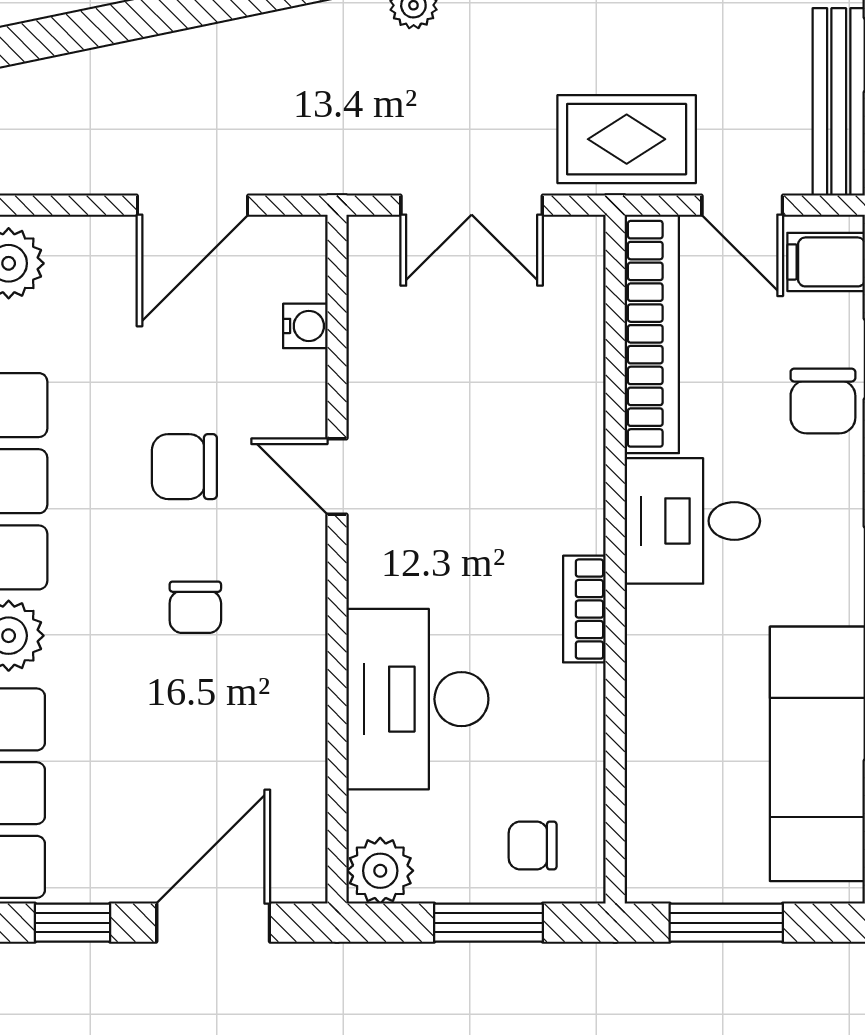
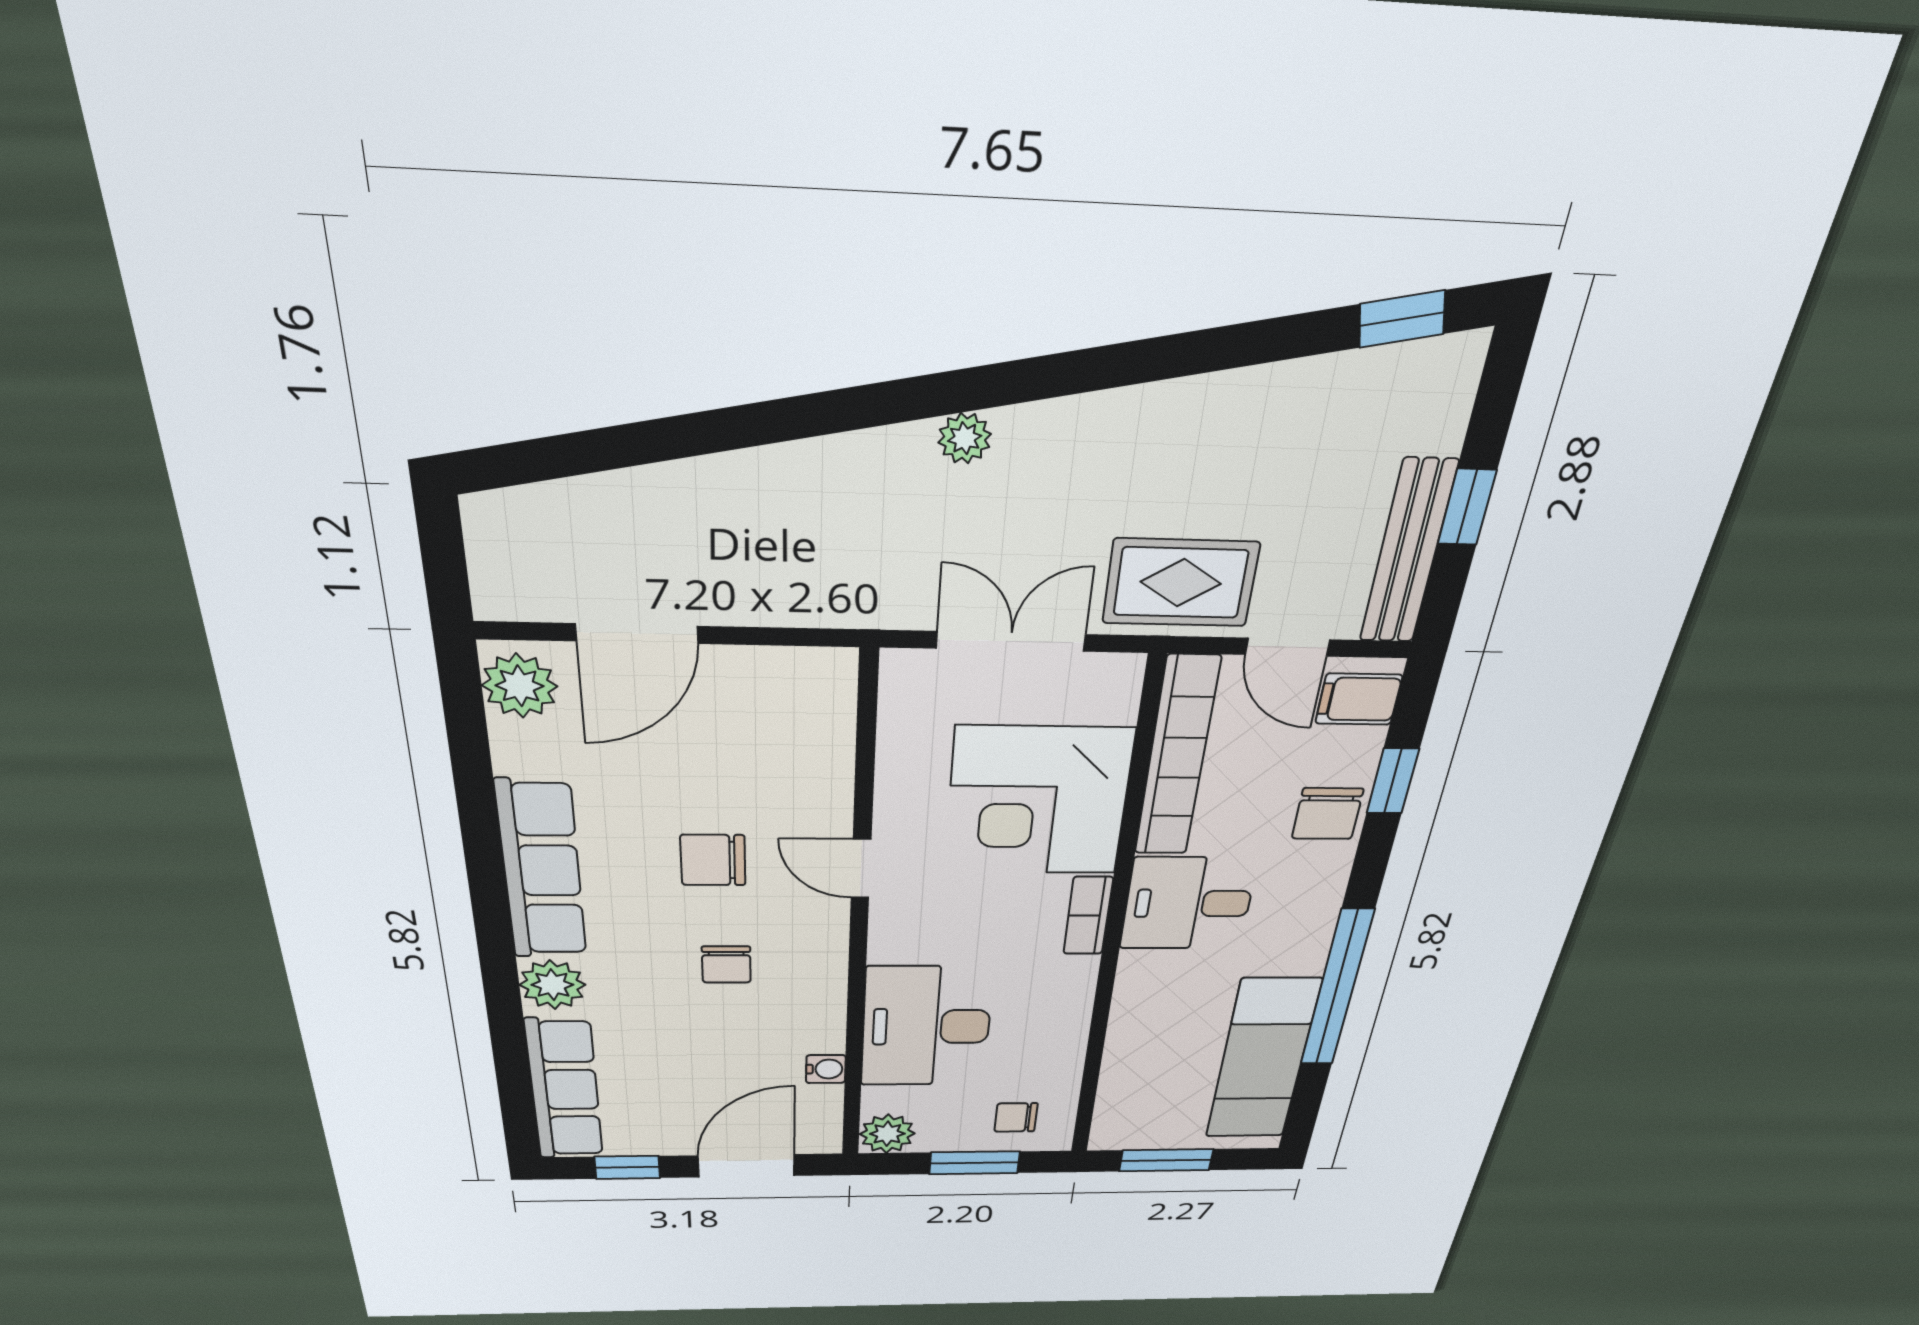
door: (192, 205) -> (637, 634), moved
double door: (472, 205) -> (1011, 641), swing flipped
water cooler: (305, 326) -> (826, 1069), moved
corner desk: (515, 389) -> (1038, 801), added
bookcase: (584, 609) -> (1088, 916), moved

